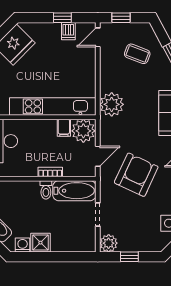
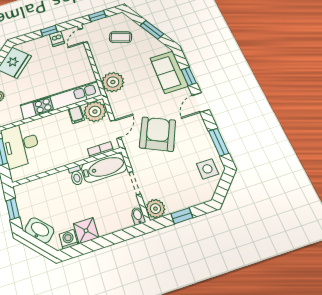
bookcase: (50, 172) -> (100, 150), moved
bidet: (91, 244) -> (138, 216), added

